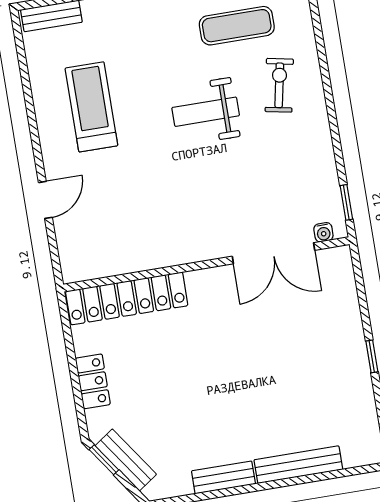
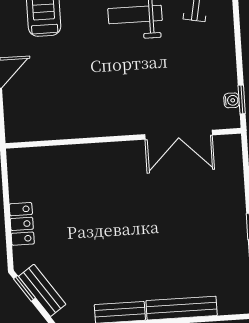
water cooler: (323, 232) -> (232, 100), moved, turned -90
locker: (127, 298) -> (56, 159), removed

